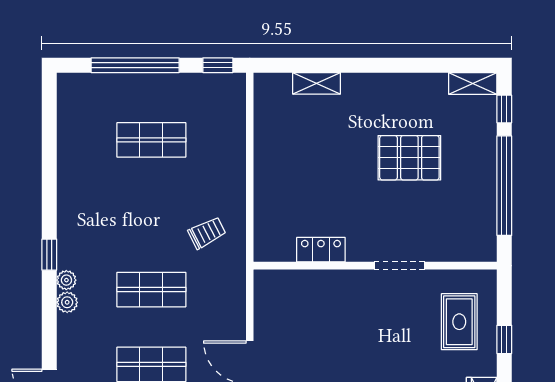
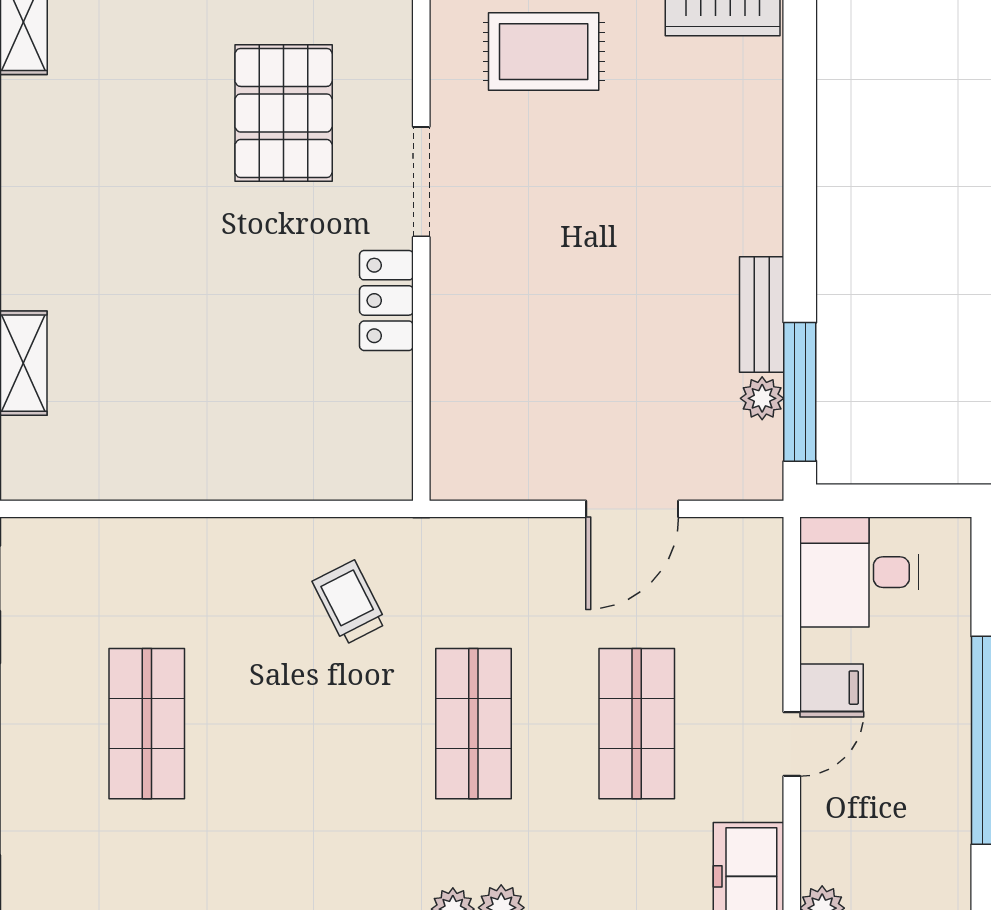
pallet: (409, 158) -> (284, 113), moved
locker: (321, 250) -> (386, 300), moved

